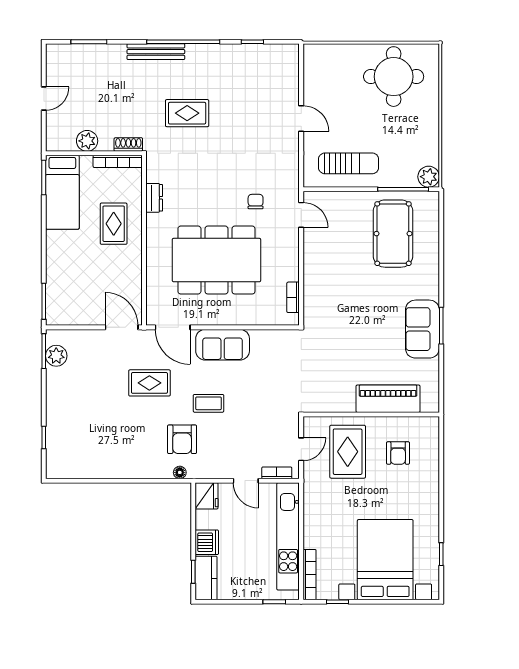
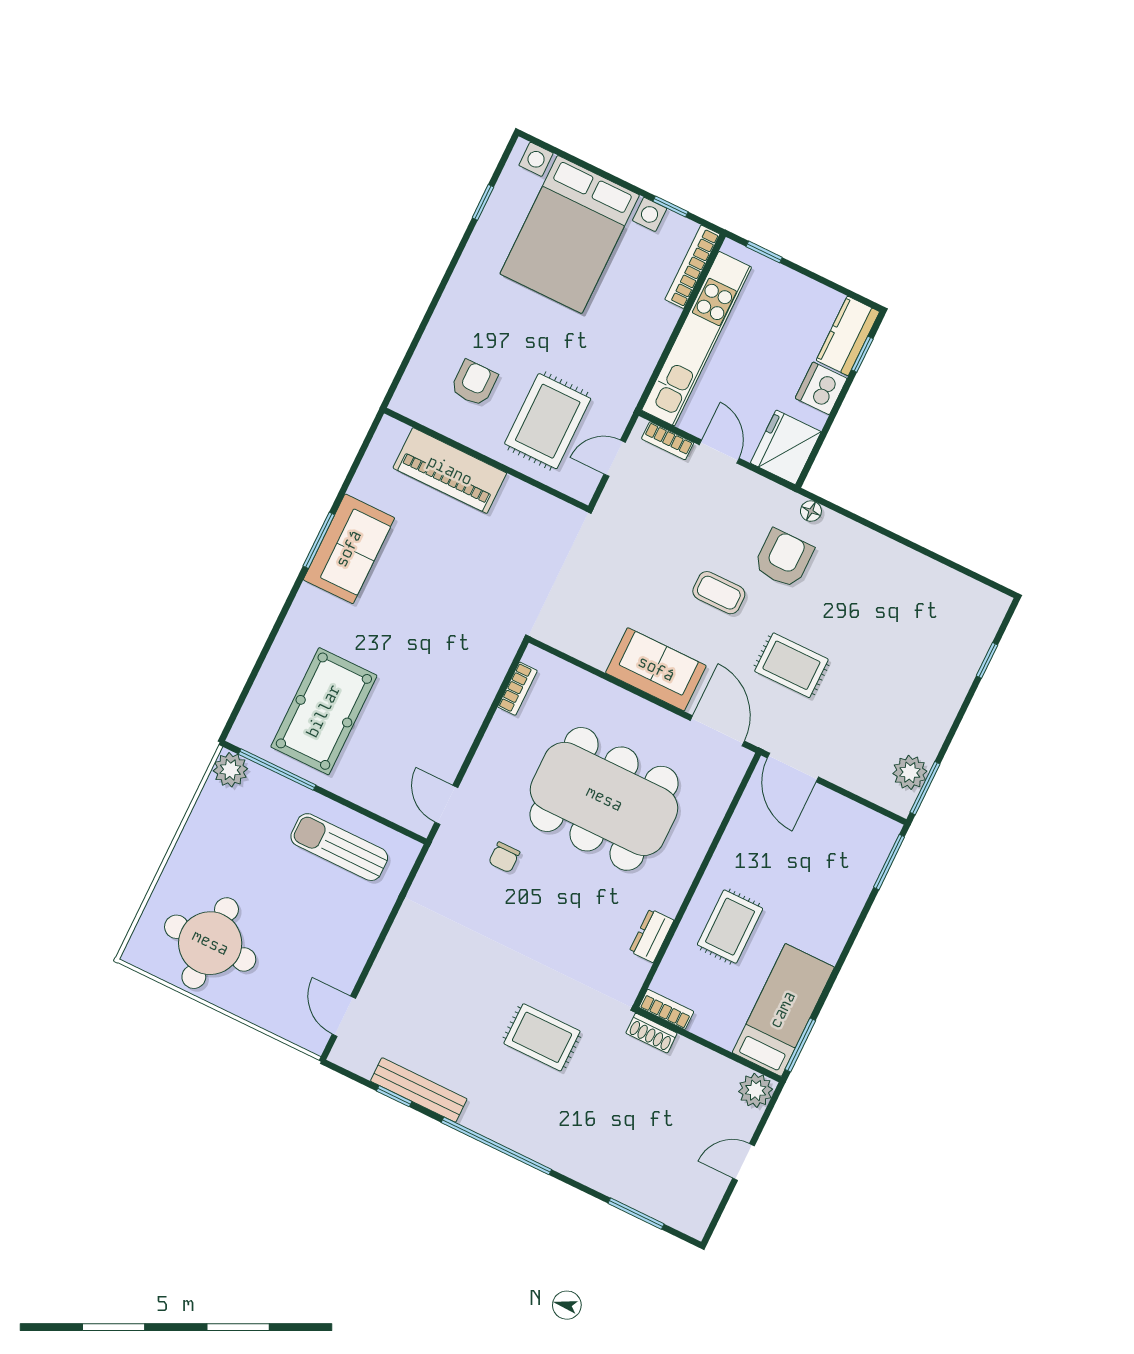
bench: (156, 52) -> (419, 1090), moved
door: (301, 119) -> (344, 1016), moved
plant: (87, 141) -> (756, 1090), moved
bookcase: (118, 161) -> (666, 1009), width x0.64
fridge: (207, 496) -> (786, 447), width x1.36, depth x1.34

